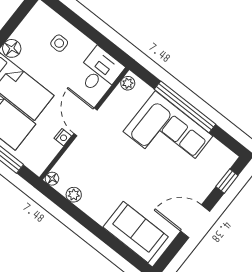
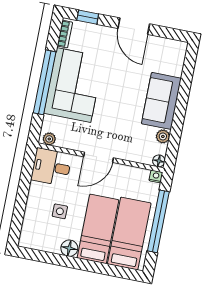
side table: (59, 43) -> (60, 211), moved
nightstand: (63, 137) -> (156, 176), moved
bookcase: (222, 150) -> (65, 34), added
sofa: (136, 232) -> (161, 101), moved

